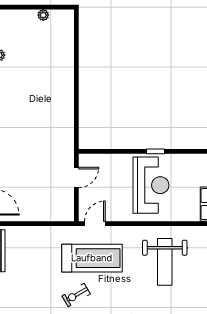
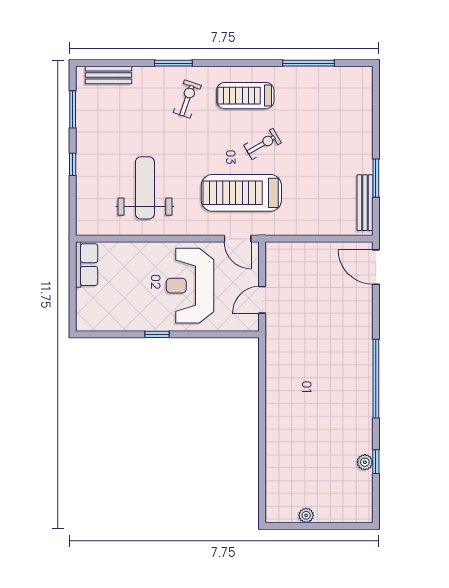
reception desk: (151, 185) -> (190, 286), moved
door: (95, 224) -> (238, 239), hinge flipped

